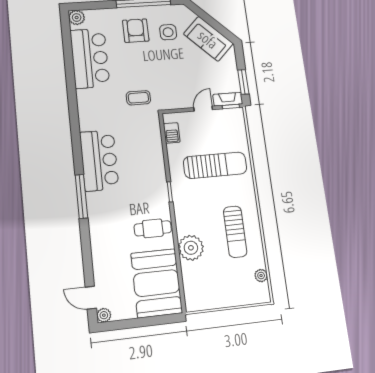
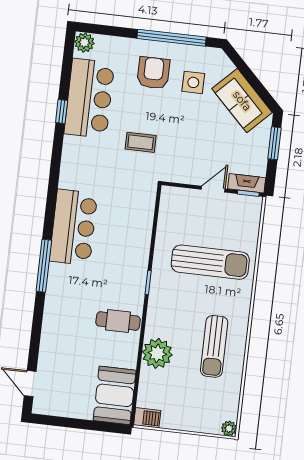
window: (70, 72) -> (62, 112), added
window: (243, 82) -> (274, 143), moved
coffee table: (138, 98) -> (141, 142), moved
barbecue: (172, 133) -> (147, 418), moved, turned -90
plant: (261, 276) -> (229, 429), moved
booth: (157, 283) -> (115, 395), width x0.73, depth x0.70
plant: (104, 315) -> (40, 406), removed

